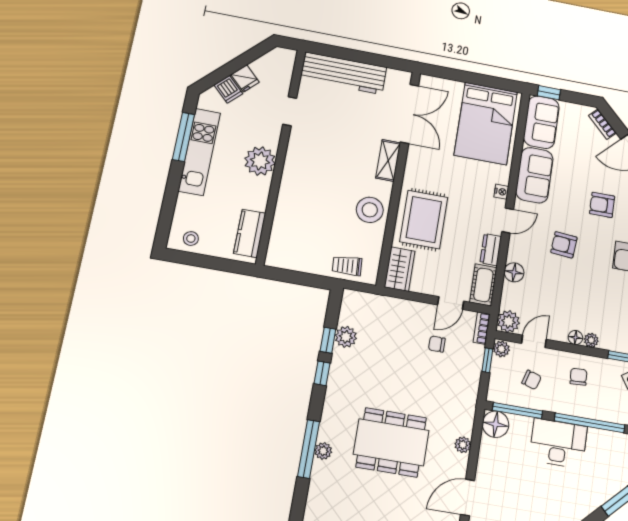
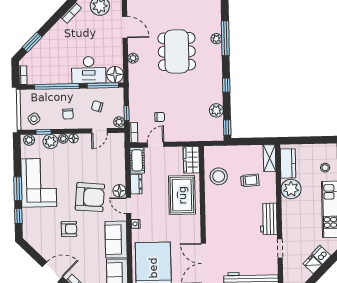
workbench: (298, 157) -> (269, 219), added
shelving: (388, 160) -> (270, 158), moved
plant: (260, 161) -> (291, 189), moved
stool: (370, 210) -> (219, 176), moved
door: (508, 220) -> (129, 206), hinge flipped
stool: (191, 239) -> (325, 168), moved
armchair: (564, 245) -> (90, 197), width x1.88, depth x1.88
trolley: (347, 266) -> (250, 180), moved
floor lamp: (514, 272) -> (119, 191), moved
plant: (508, 322) -> (50, 142), moved
window: (328, 340) -> (227, 127), moved
dining table: (391, 442) -> (177, 51), turned 90
desk: (558, 443) -> (89, 70), moved
door: (468, 498) -> (125, 27), hinge flipped

